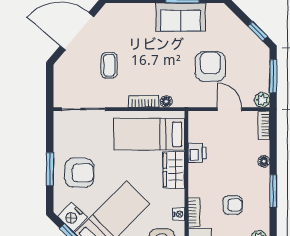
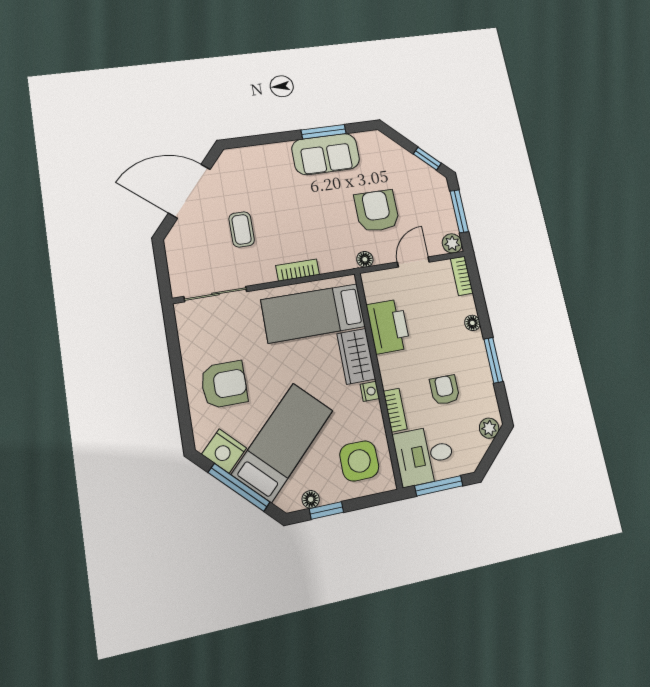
floor lamp: (166, 101) -> (365, 259), moved
door: (230, 109) -> (413, 262), hinge flipped
printer: (197, 153) -> (388, 326), width x1.87, depth x1.48
window: (50, 169) -> (180, 387), removed
armchair: (233, 205) -> (445, 390), turned -90
nightstand: (179, 214) -> (370, 391), moved

